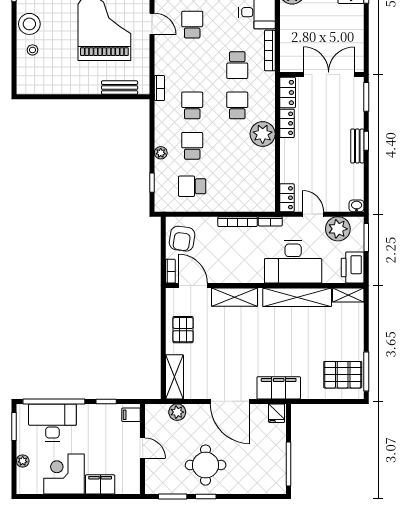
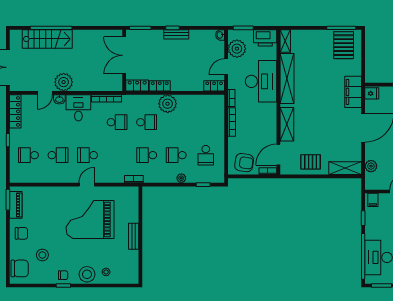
bench: (120, 88) -> (134, 236), moved
school desk: (237, 105) -> (147, 122), turned 180

